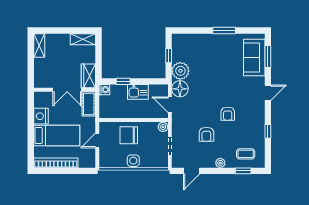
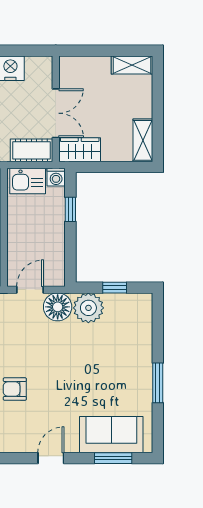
double door: (67, 90) -> (56, 113), swing flipped
kitchen sink: (138, 92) -> (28, 181), moved, turned -90
door: (268, 93) -> (51, 458), swing flipped

